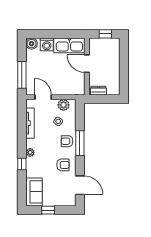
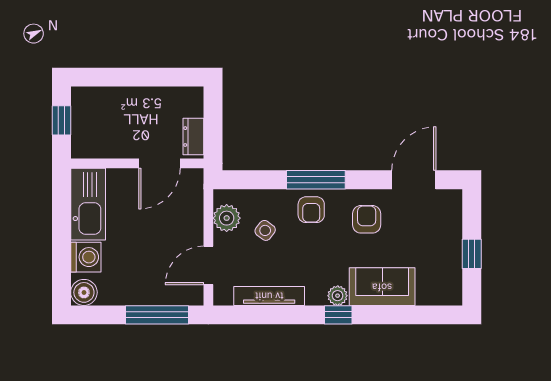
door: (87, 64) -> (159, 163), moved
window: (22, 164) -> (338, 315), moved
sofa: (34, 192) -> (382, 287), moved

